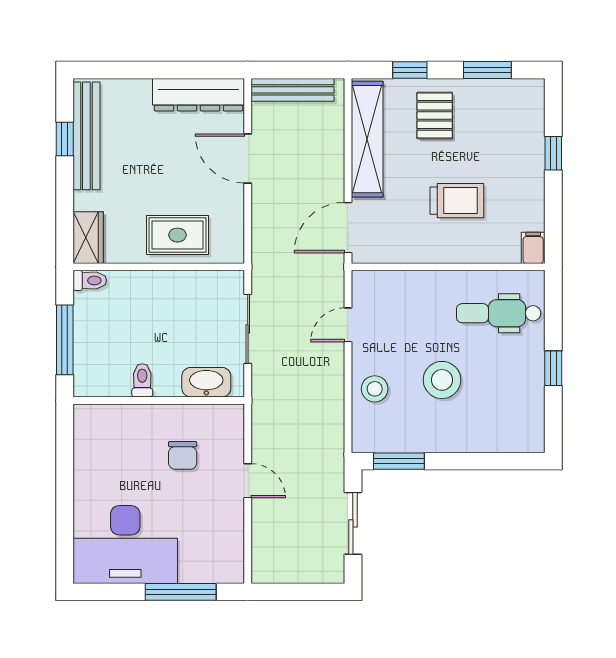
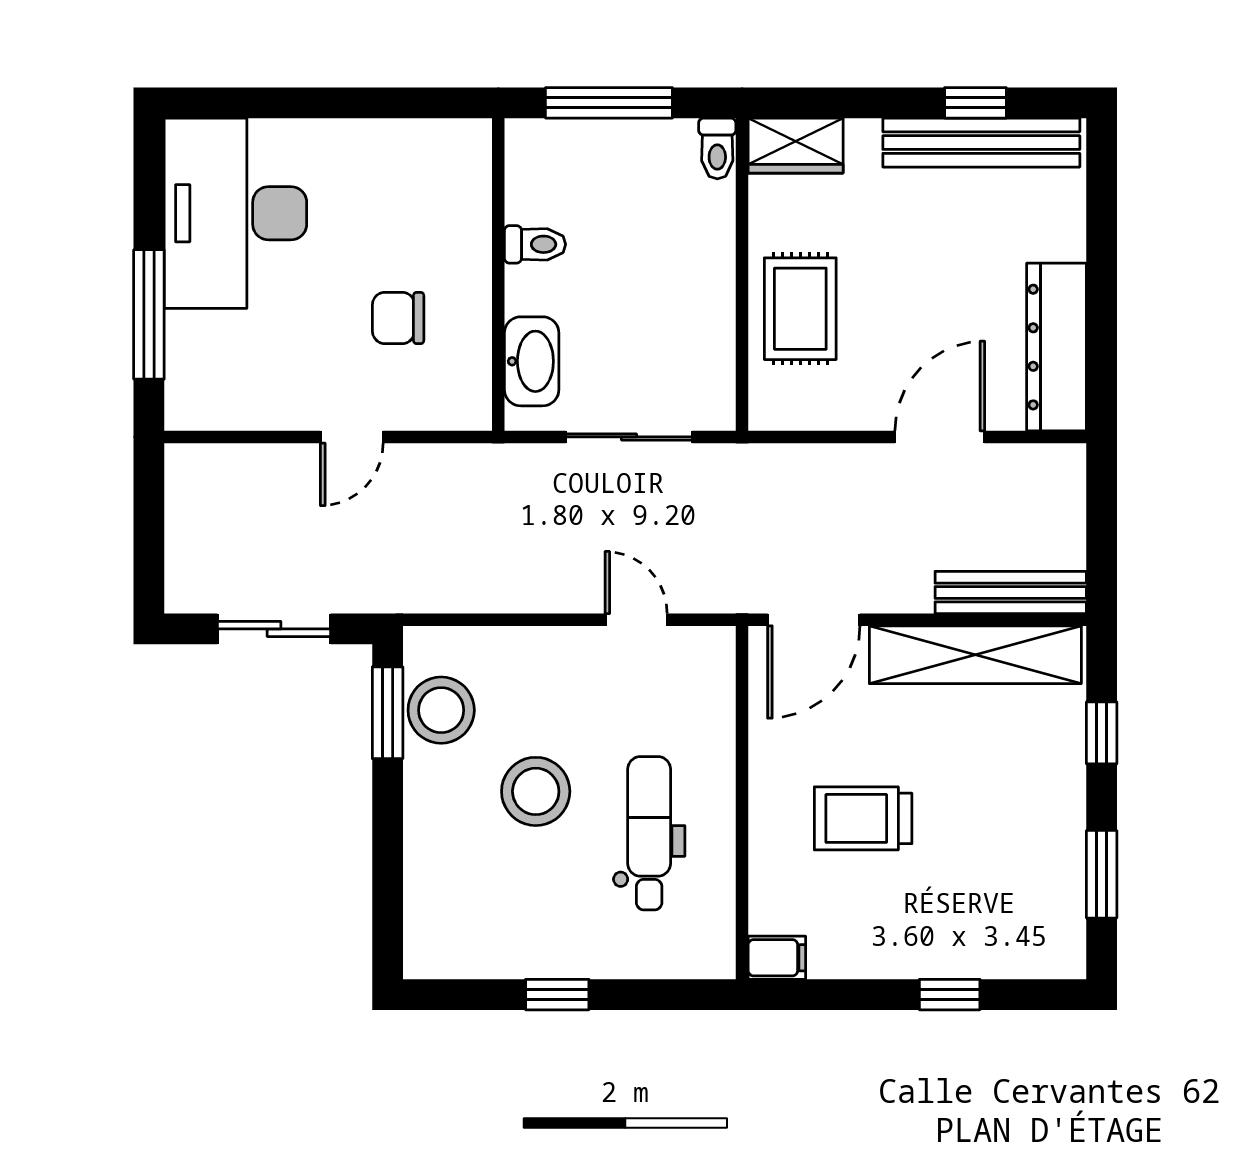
bench: (293, 90) -> (1011, 593), moved, turned 90
pallet: (435, 115) -> (1018, 778), removed
trolley: (457, 201) -> (863, 818), turned 90
door: (348, 228) -> (814, 620), swing flipped
dental chair: (499, 313) -> (649, 833), moved
stool: (375, 389) -> (441, 710), moved, width x1.38, depth x1.38

